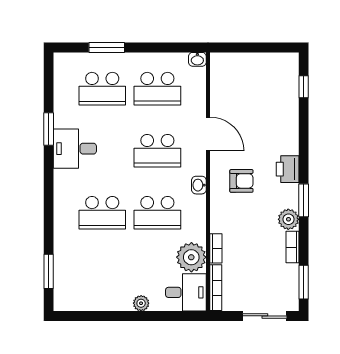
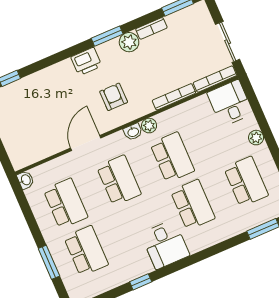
window: (49, 129) -> (141, 282), width x0.67
desk: (75, 149) -> (165, 244), moved
bookcase: (216, 248) -> (174, 97), width x1.56
plant: (191, 257) -> (149, 126), moved, width x0.53, depth x0.53
school desk: (102, 275) -> (246, 182), added
sliding door: (265, 316) -> (228, 42), moved

